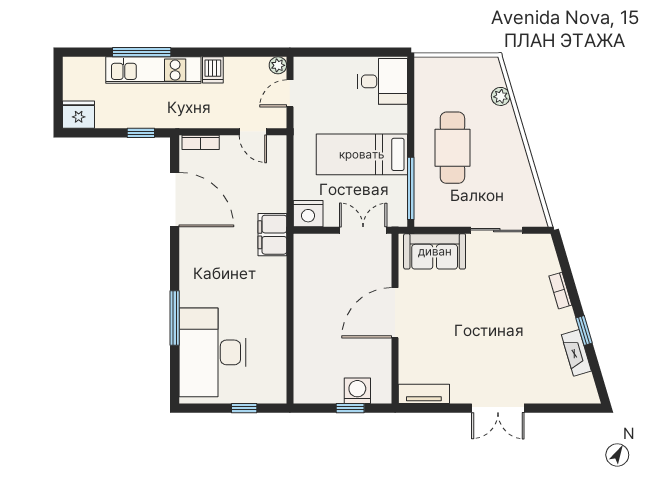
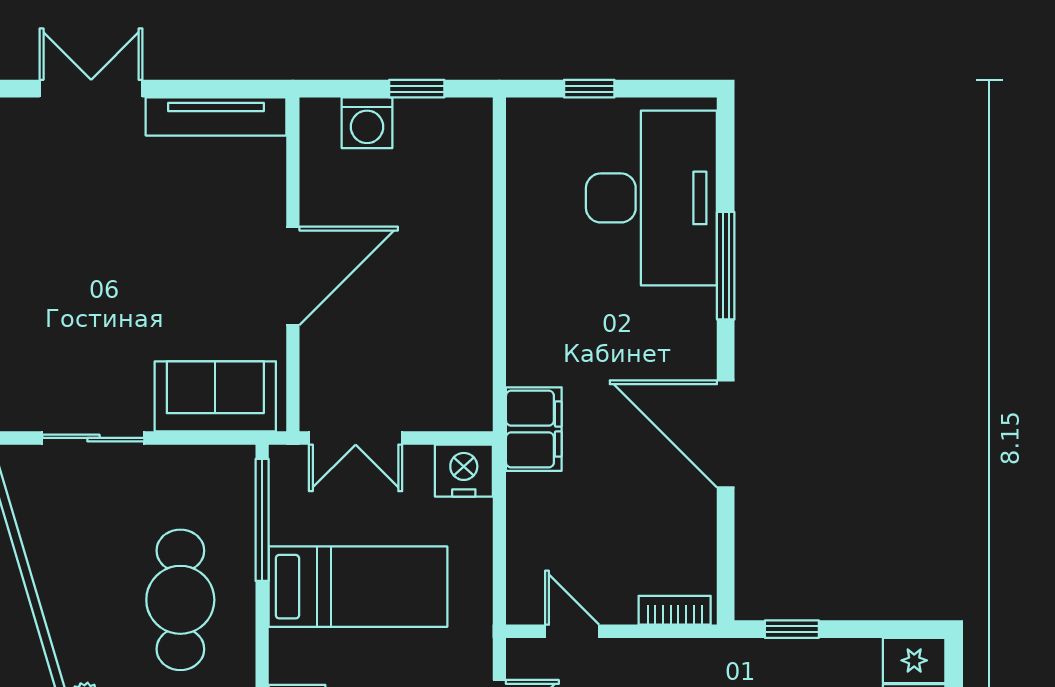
door: (175, 200) -> (726, 434), moved
tv unit: (424, 394) -> (216, 116), width x1.41
window: (350, 408) -> (417, 89), moved

